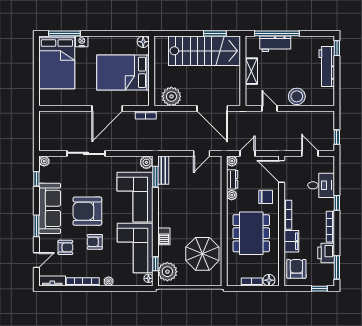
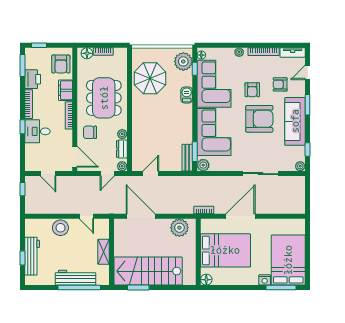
workbench: (275, 44) -> (76, 278), width x1.37
window: (337, 48) -> (23, 258), moved
desk: (321, 185) -> (37, 131), moved
armchair: (95, 242) -> (252, 90), turned 90

